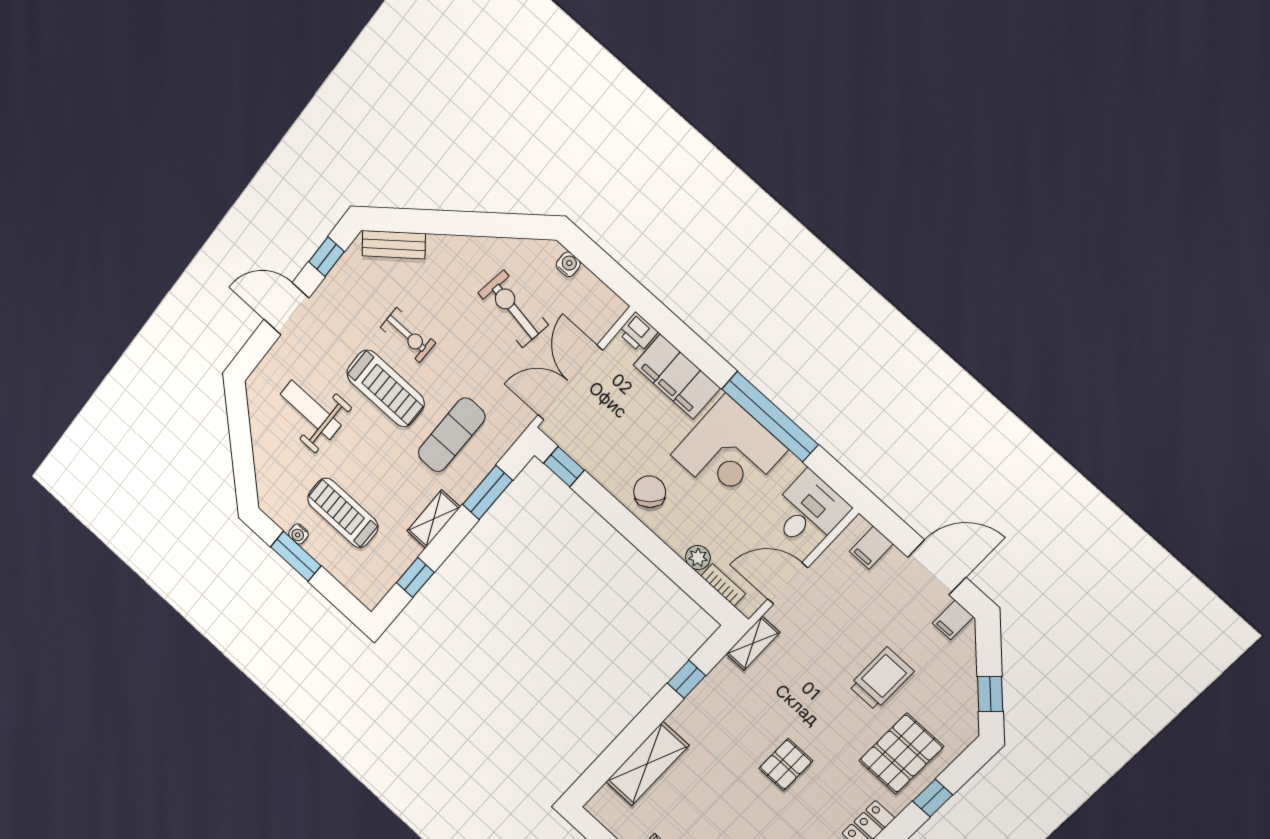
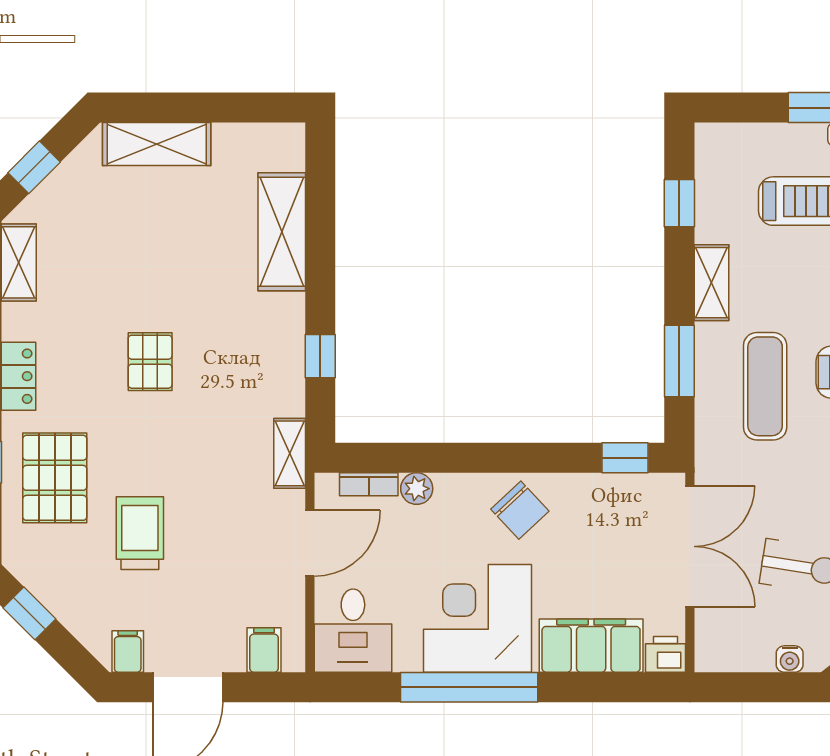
trolley: (881, 679) -> (140, 533), turned 180

